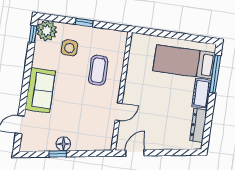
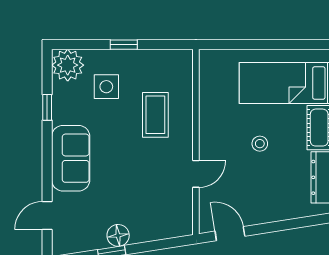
window: (33, 34) -> (47, 107), moved
stool: (162, 98) -> (260, 144), added
door: (135, 153) -> (230, 234), hinge flipped

